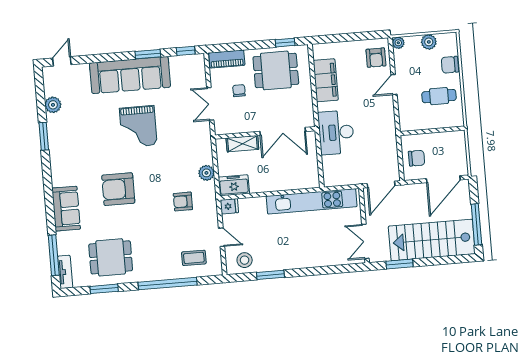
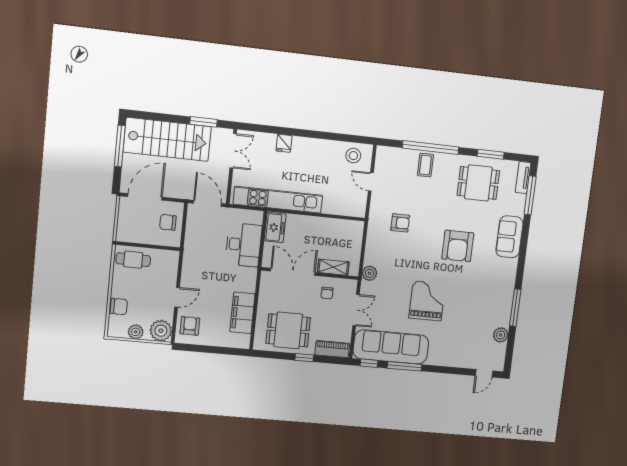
window: (285, 43) -> (304, 358), moved
plant: (398, 43) -> (161, 331), width x1.88, depth x1.88
window: (148, 54) -> (404, 366), width x1.44
sofa: (130, 75) -> (391, 347), moved
chair: (239, 91) -> (327, 293), moved
cafe table: (439, 96) -> (133, 260), moved
desk: (336, 132) -> (243, 245), moved
window: (44, 136) -> (515, 308), width x1.44
plant: (206, 173) -> (369, 273), moved
door: (381, 184) -> (207, 203), hinge flipped
freezer: (234, 185) -> (275, 227), moved, turned -90
armchair: (118, 189) -> (458, 246), turned 90
fridge: (229, 206) -> (284, 143), moved, turned -90
coffee table: (194, 258) -> (425, 165), moved, turned 90
window: (270, 275) -> (331, 136), removed

